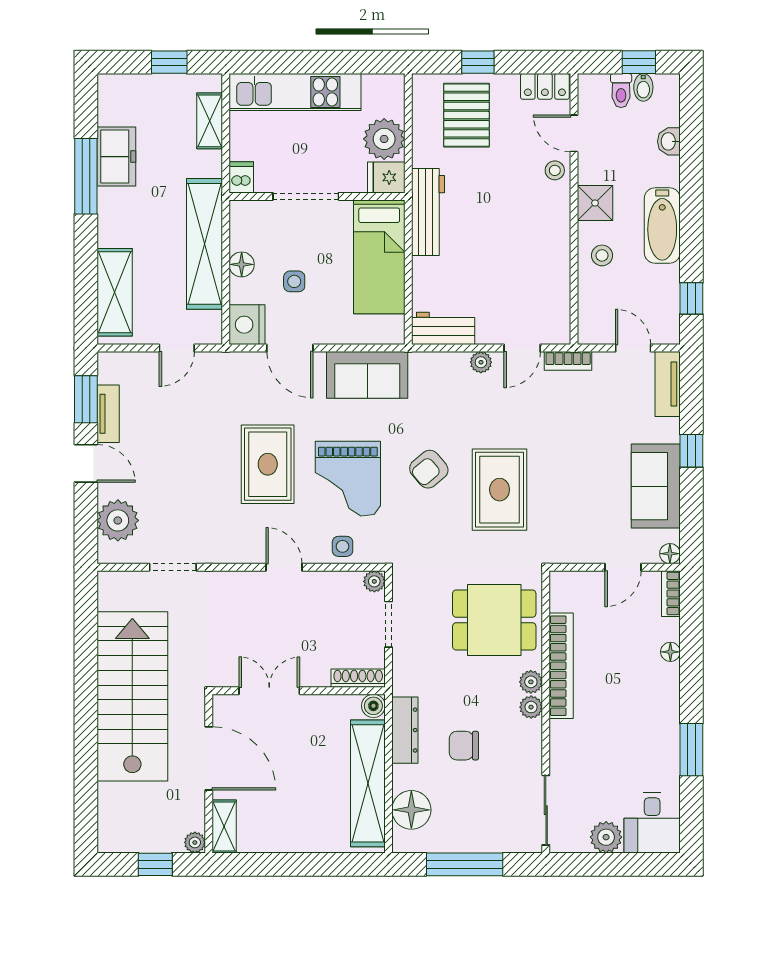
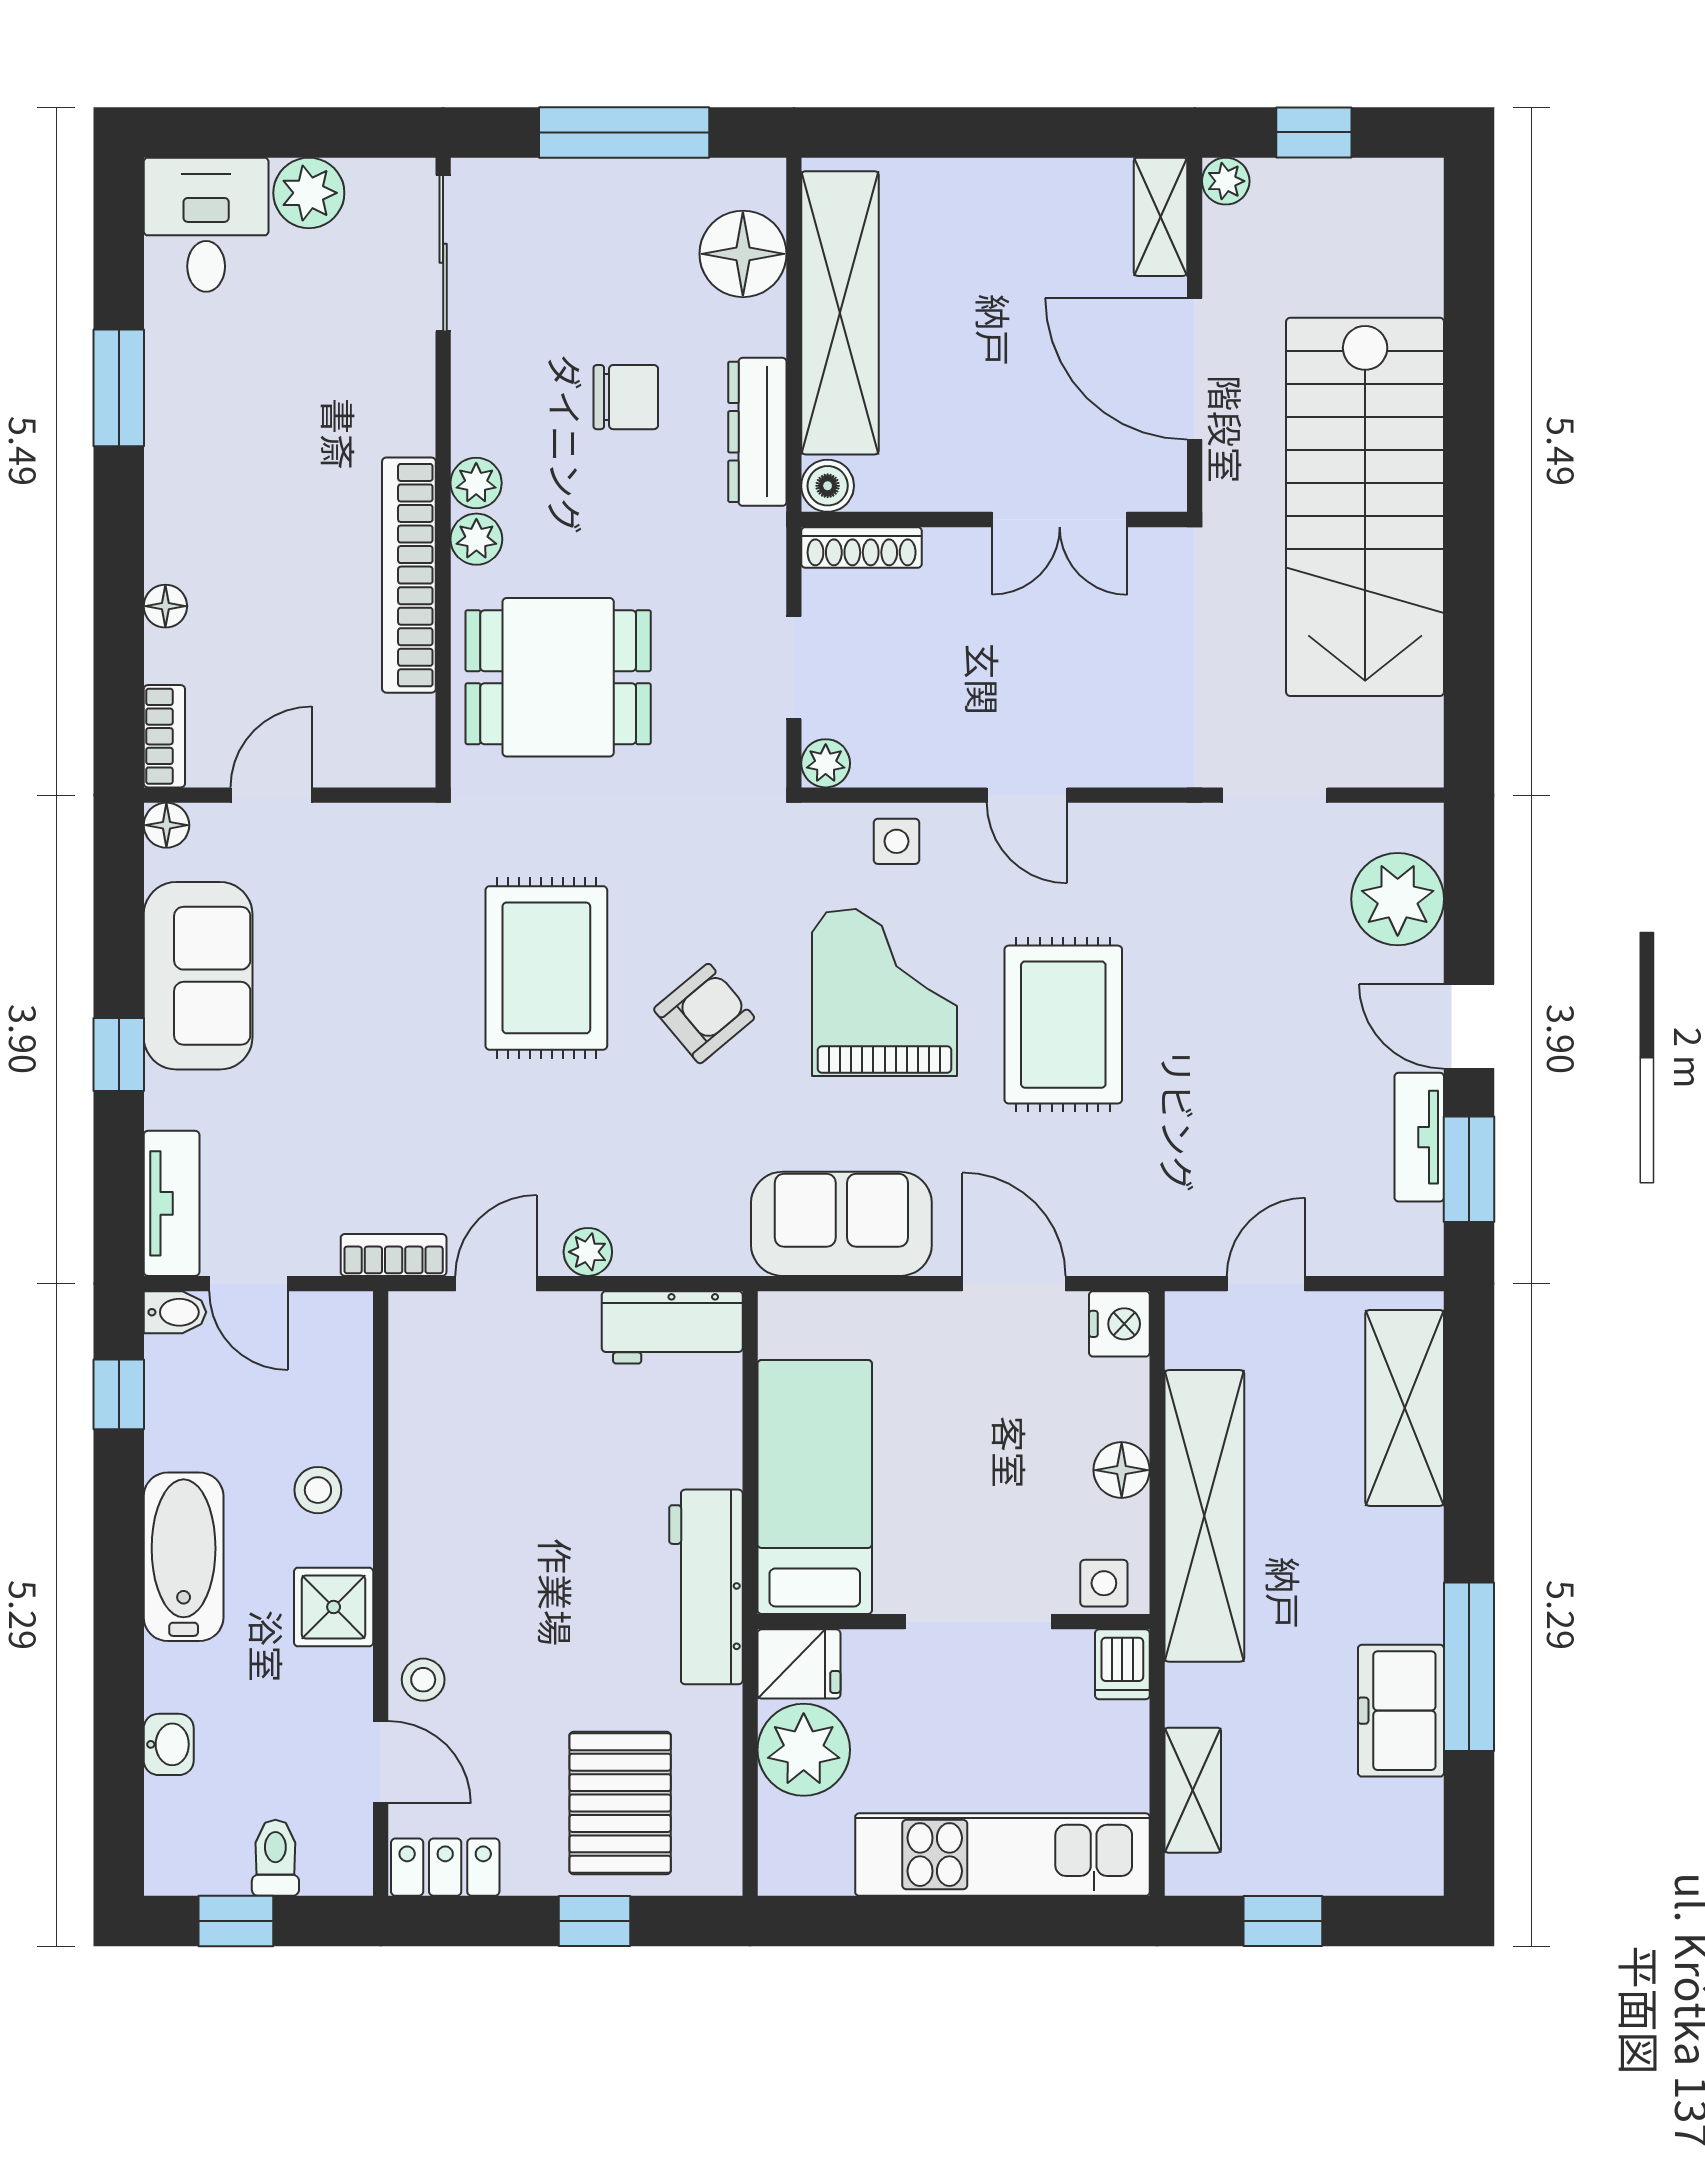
bidet: (643, 87) -> (175, 1312), moved, turned 90
side table: (294, 281) -> (1104, 1583), moved
nightstand: (247, 325) -> (1119, 1324), width x0.74, depth x0.75

